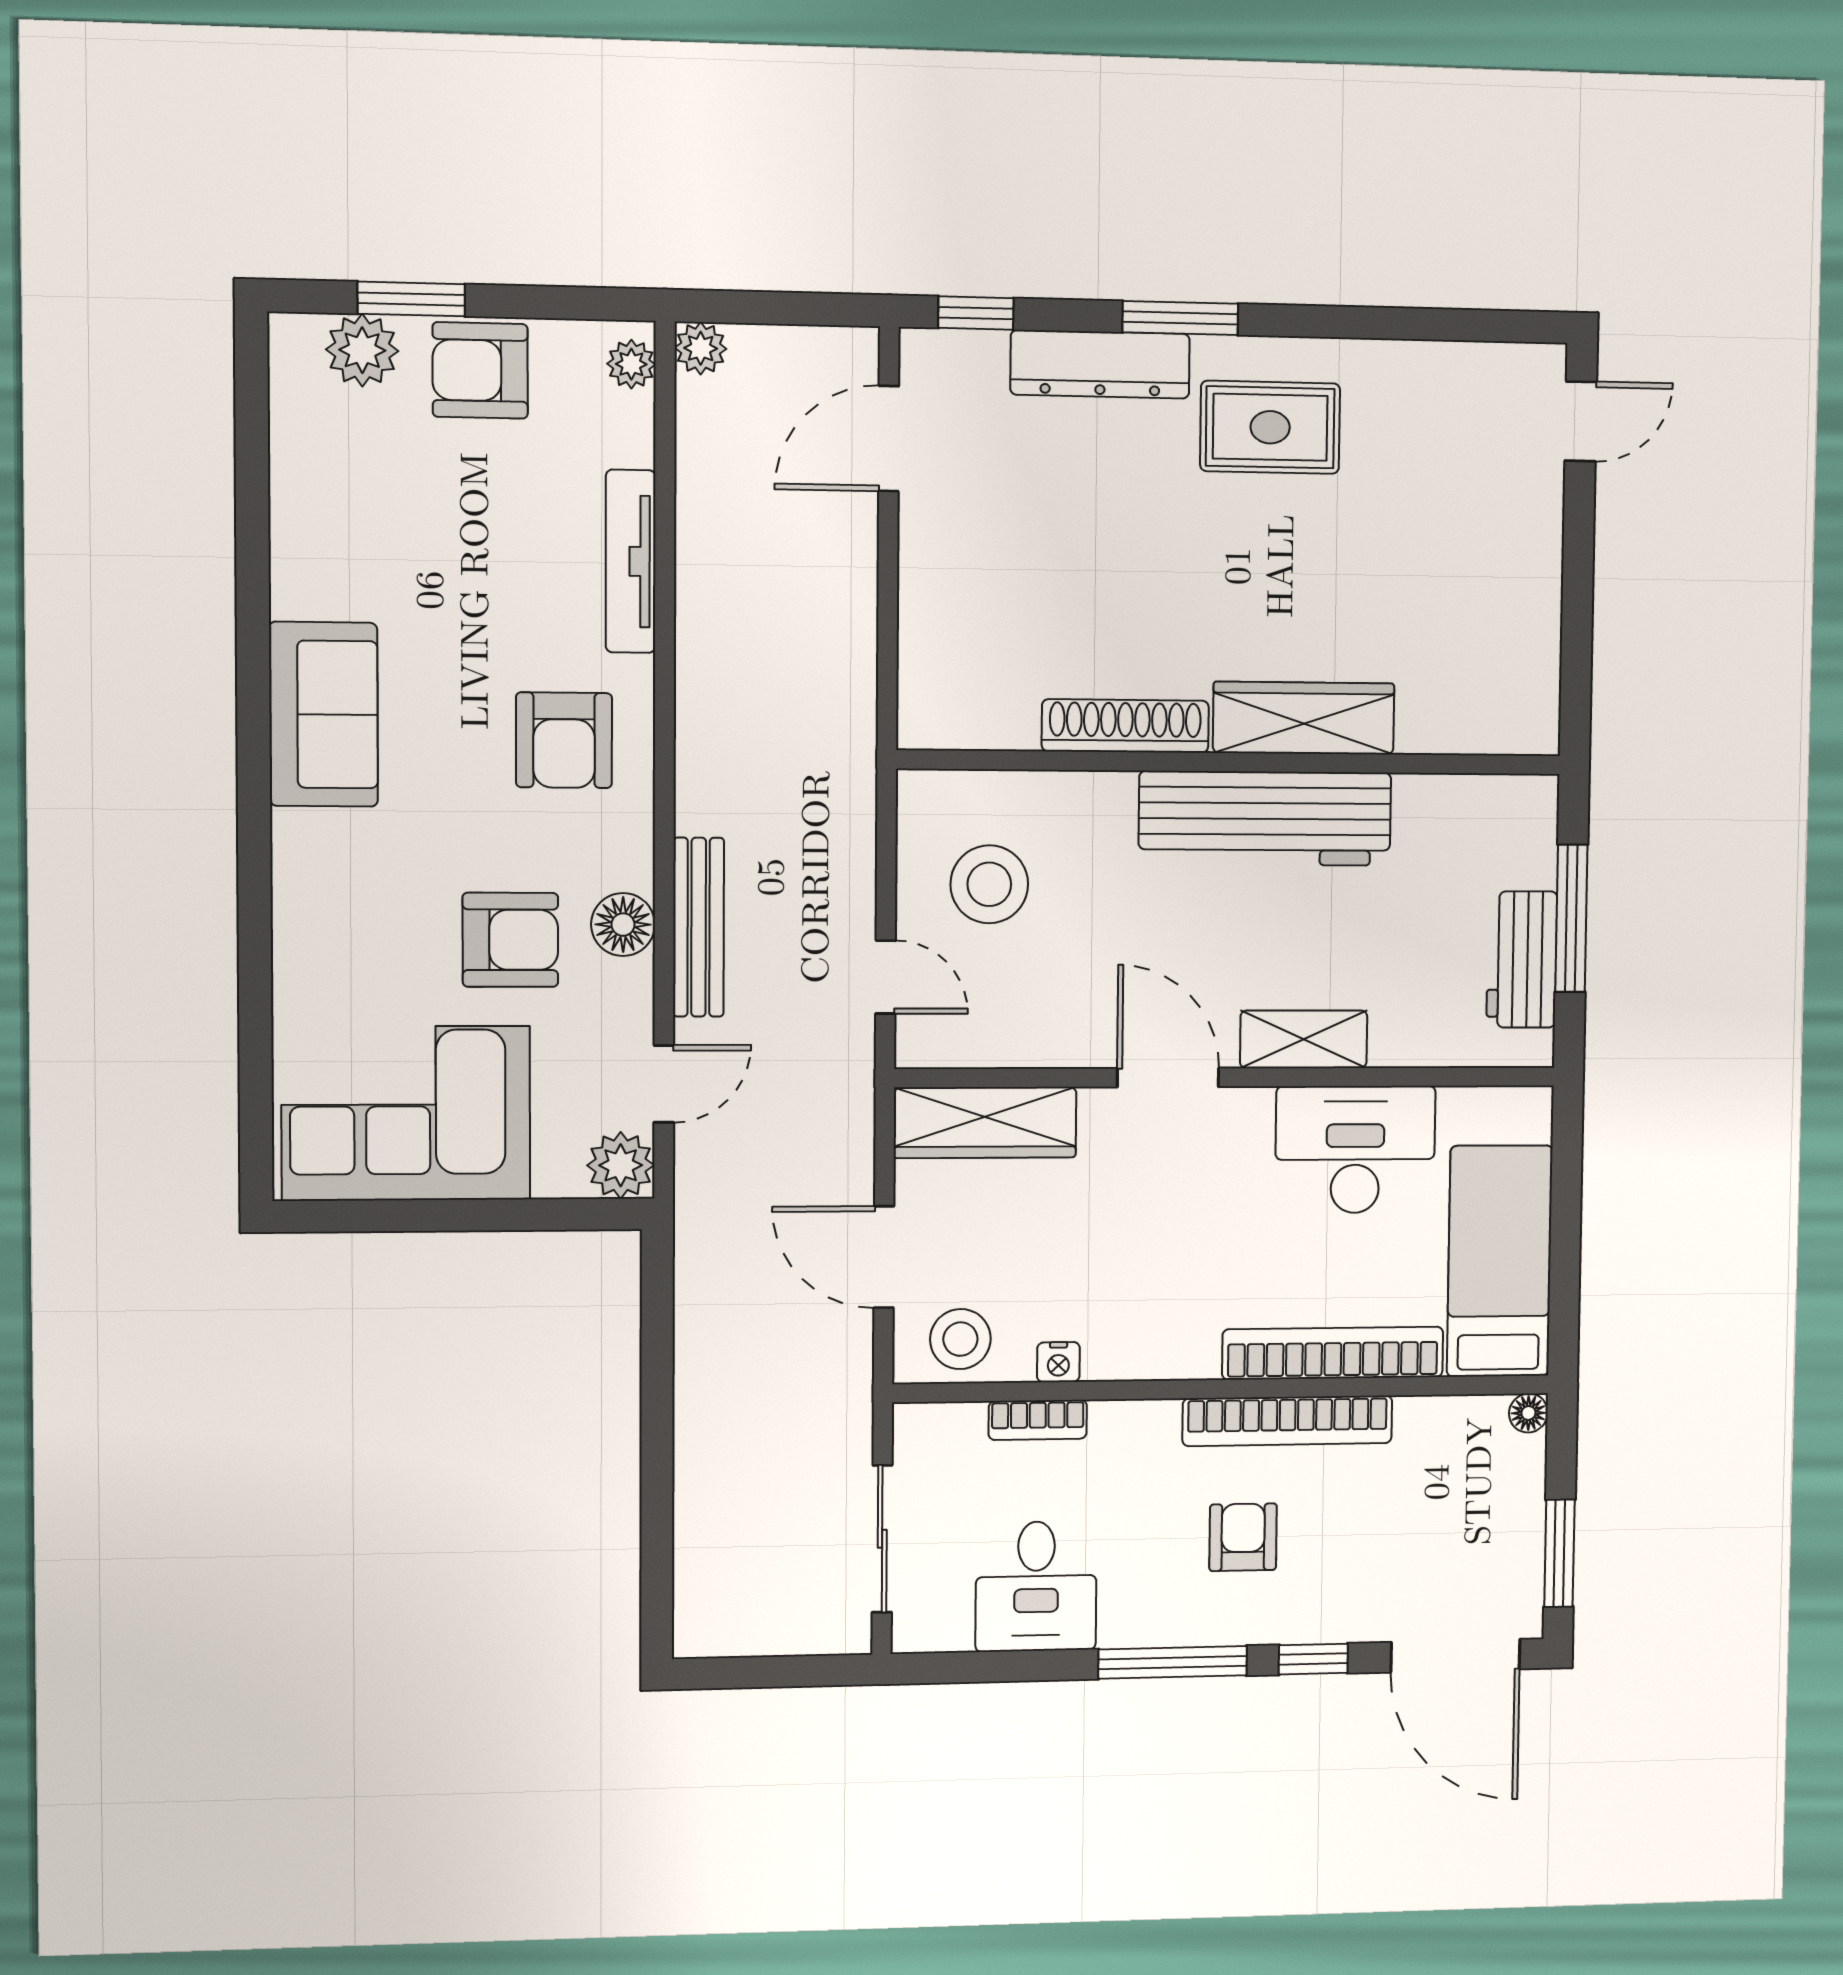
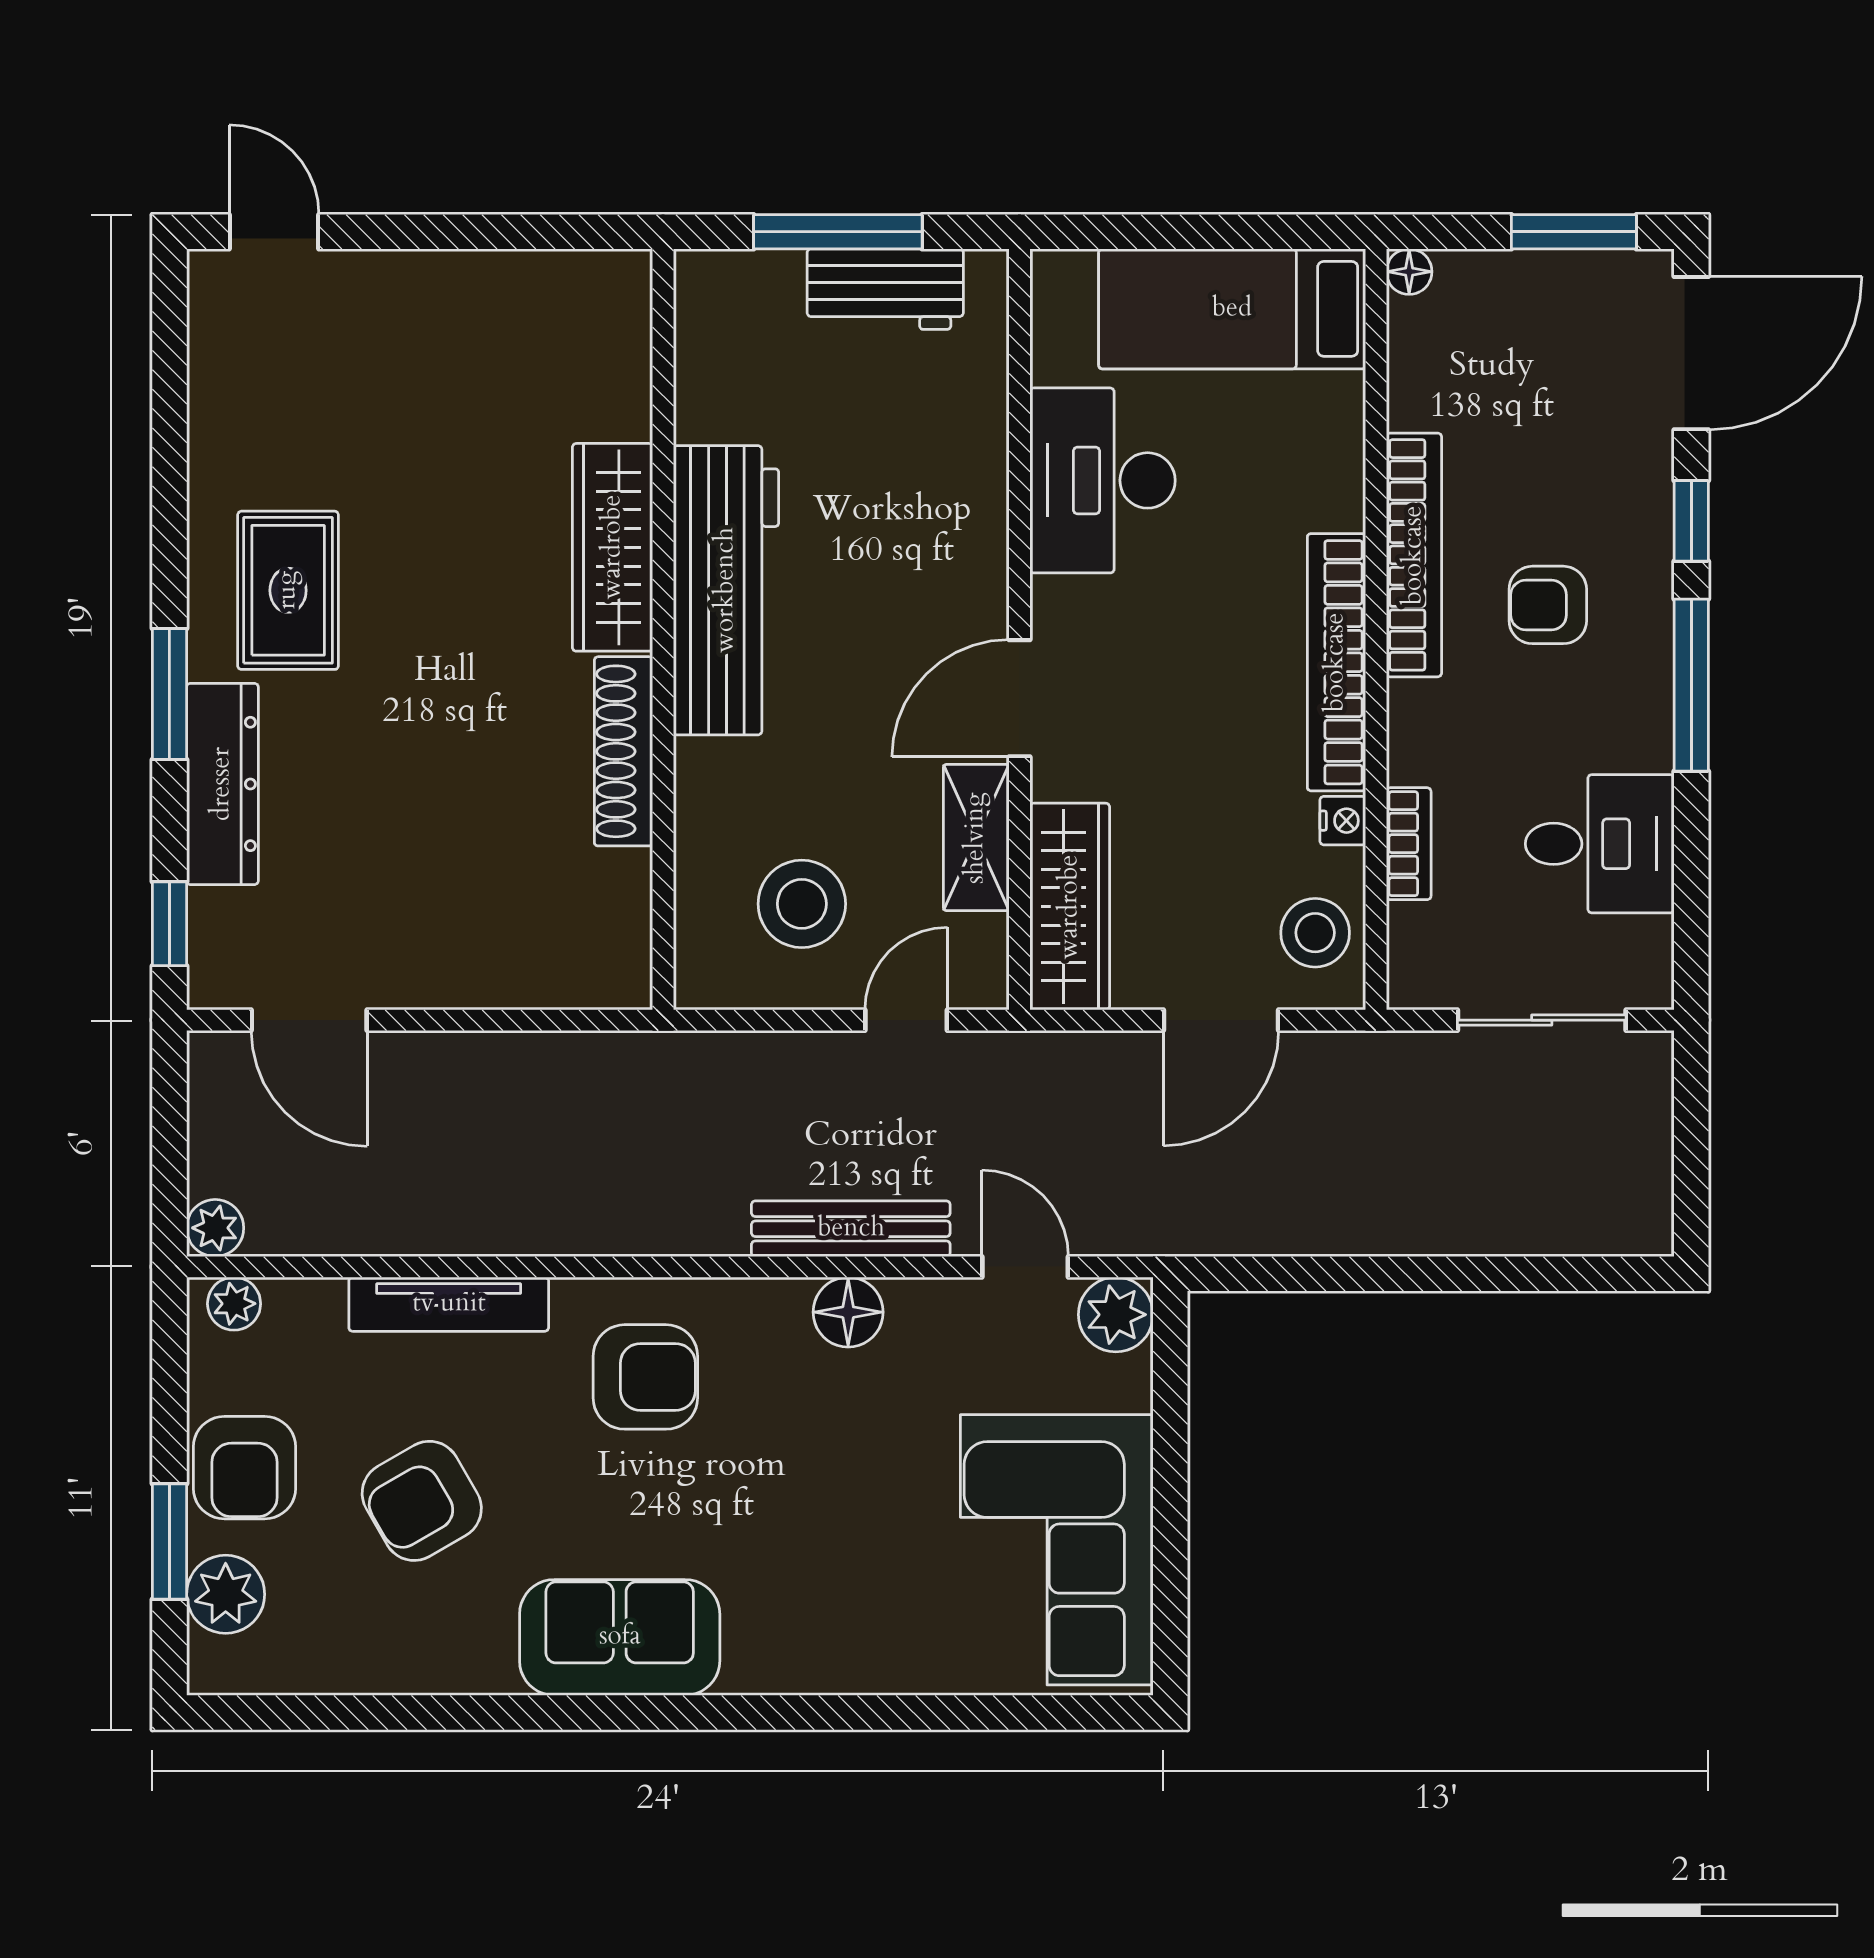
armchair: (510, 940) -> (422, 1501), moved, turned -120
shelving: (1304, 1039) -> (976, 838), moved
bookcase: (1333, 1353) -> (1336, 662), moved

